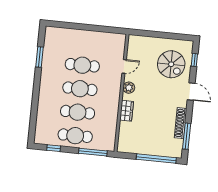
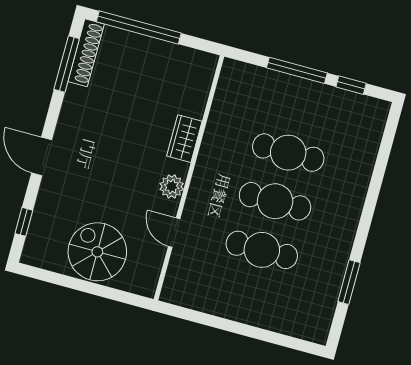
spiral stairs: (171, 64) -> (97, 252), moved
door: (124, 66) -> (174, 233), hinge flipped
shoe rack: (181, 123) -> (86, 53), moved
cafe table: (75, 136) -> (301, 104), removed
window: (93, 152) -> (297, 70), moved

